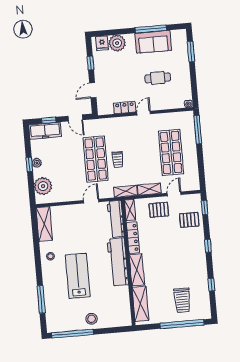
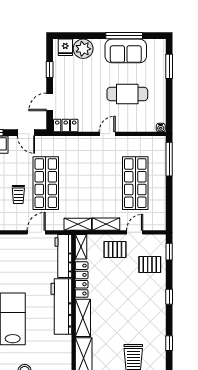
cafe table: (158, 78) -> (127, 94), width x1.37, depth x1.35
locker: (125, 108) -> (66, 125), moved
trolley: (118, 160) -> (18, 194), moved

